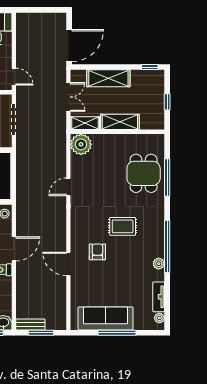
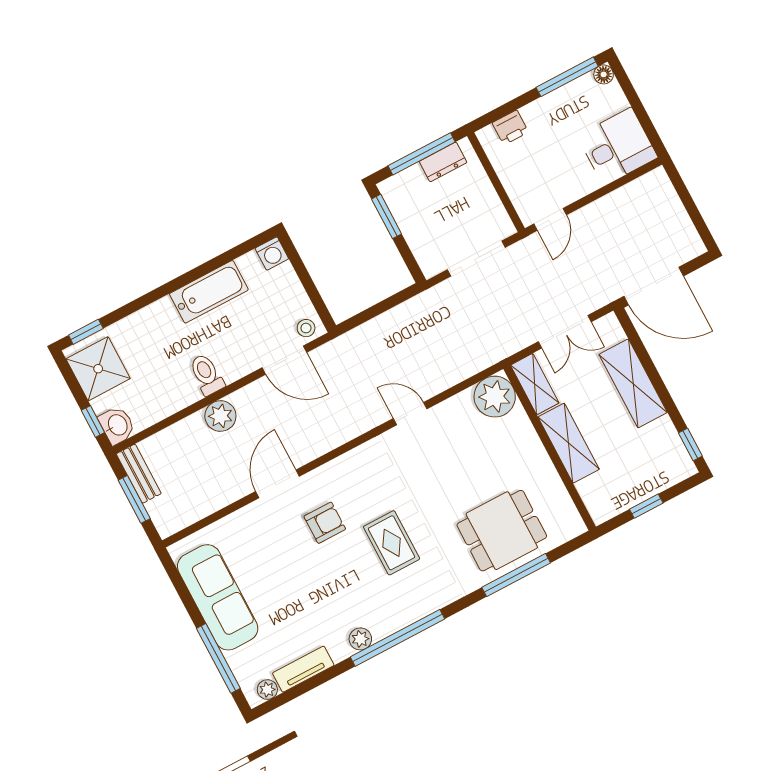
door: (14, 249) -> (284, 360), moved
plant: (24, 274) -> (220, 416), added
window: (117, 333) -> (218, 658), moved

